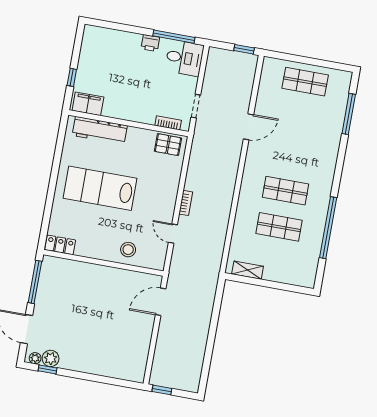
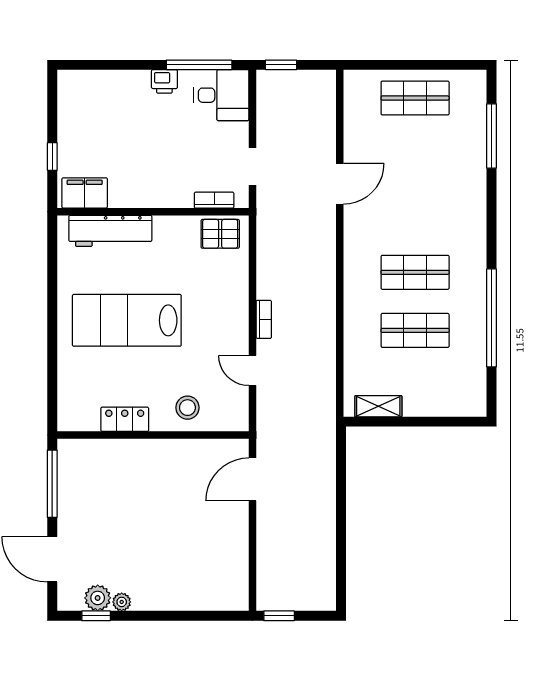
window: (244, 49) -> (281, 65), moved
locker: (60, 245) -> (125, 419), moved
plant: (35, 358) -> (122, 602), moved

